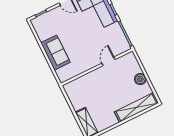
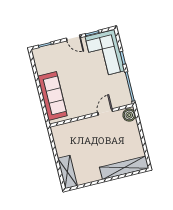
sofa: (55, 53) -> (52, 96), width x1.36
boiler: (140, 79) -> (129, 115), moved

